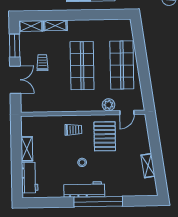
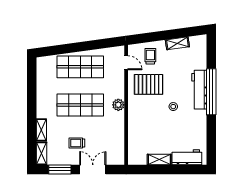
plant: (108, 105) -> (118, 105), moved
trolley: (73, 130) -> (150, 56), moved
workbench: (84, 189) -> (199, 90), moved

